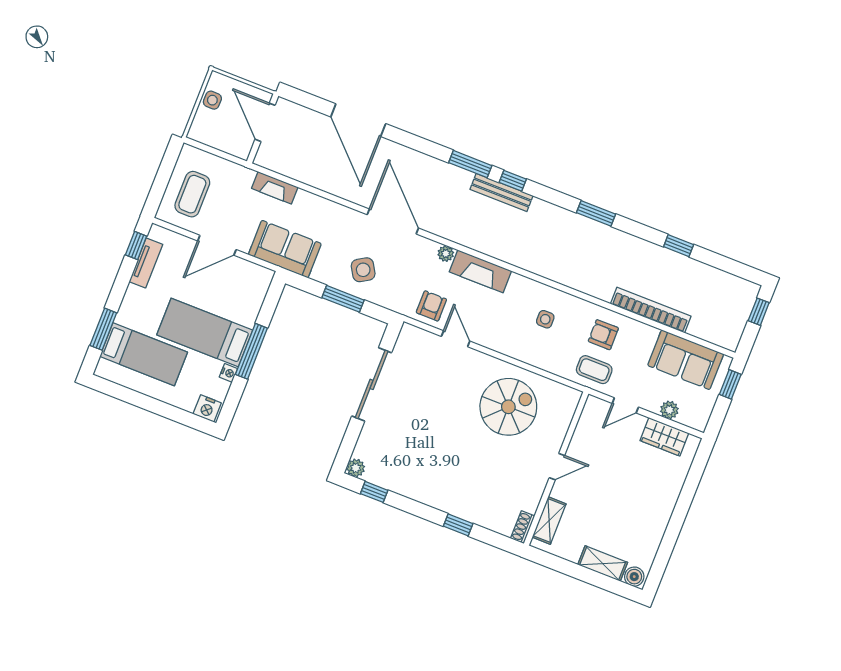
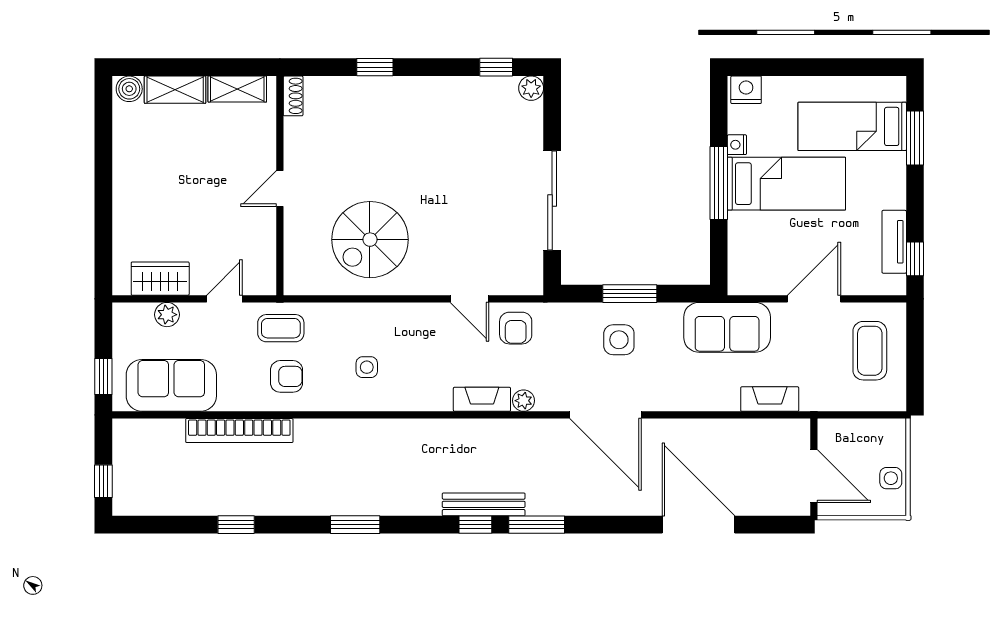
side table: (363, 270) -> (619, 340), turned 31
fireplace: (480, 271) -> (482, 399), width x0.73, depth x0.76
shelving: (549, 520) -> (237, 89), moved, turned 90

